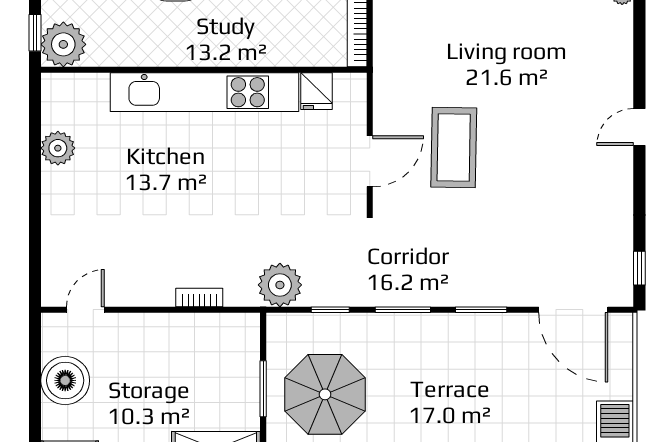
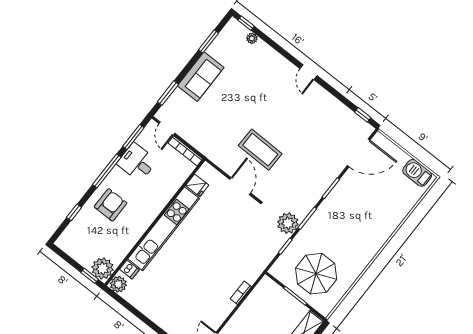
dishwasher: (95, 89) -> (129, 270), added
plant: (58, 148) -> (118, 284), moved
plant: (280, 285) -> (288, 223), moved

